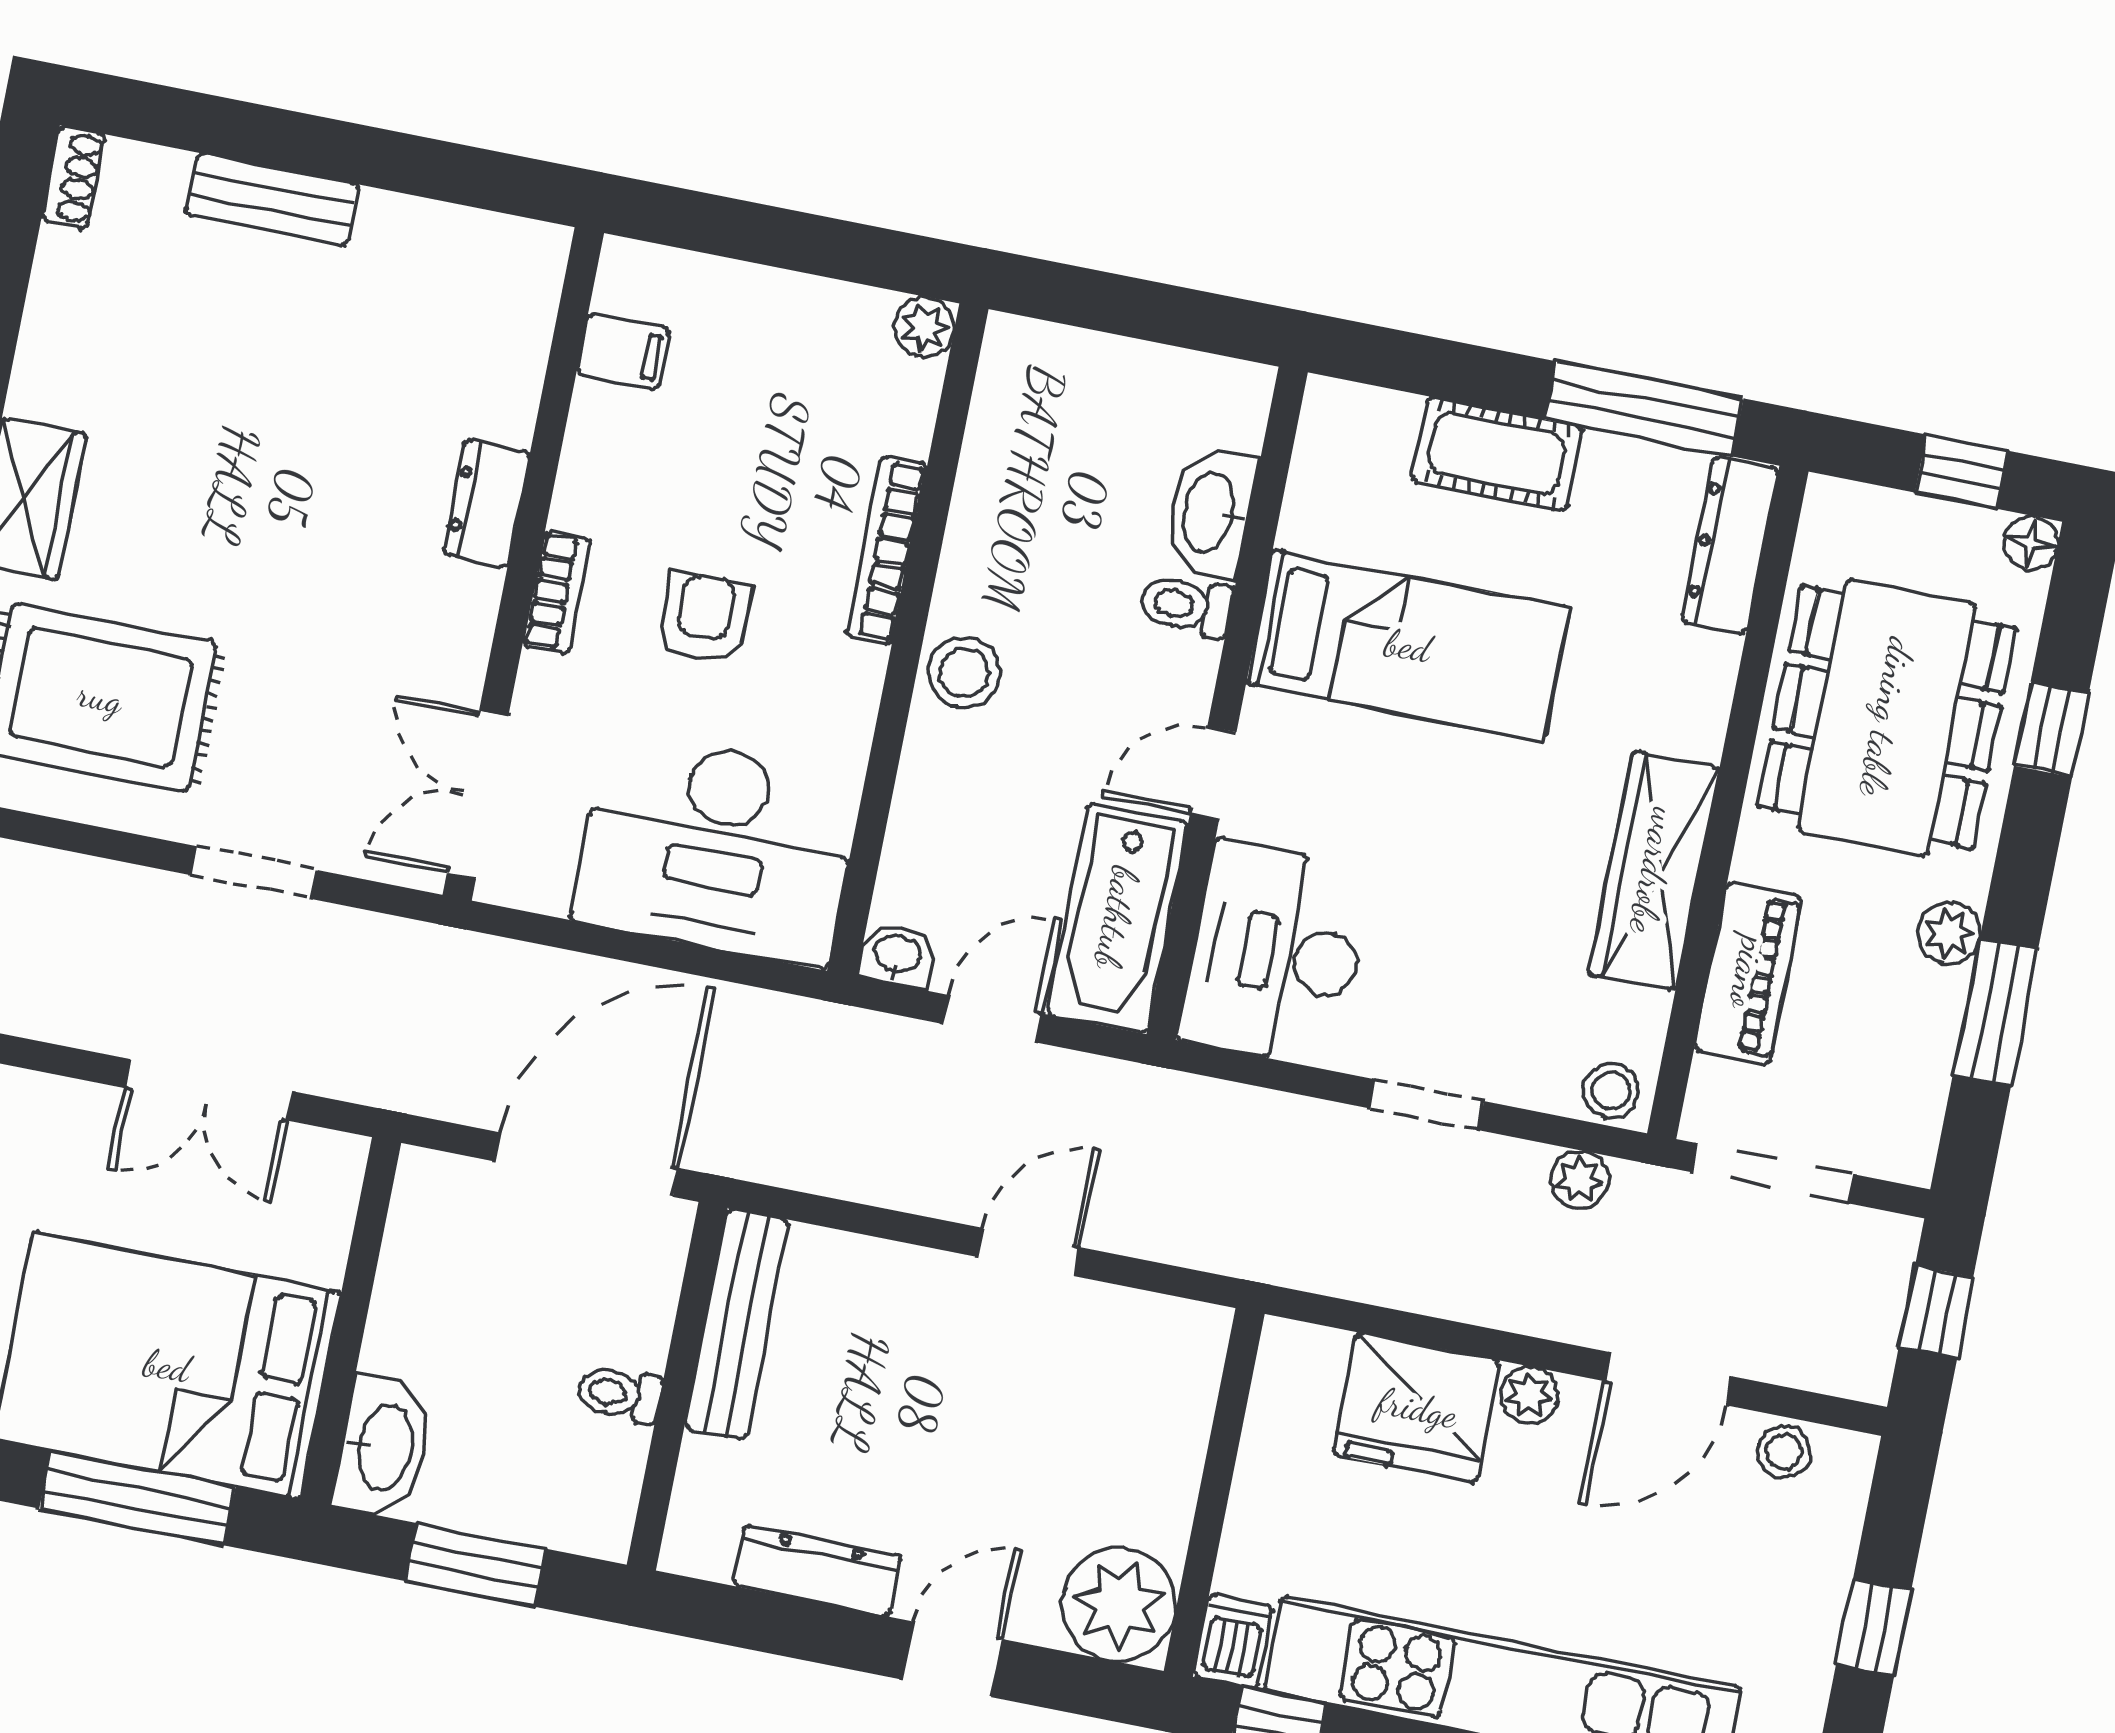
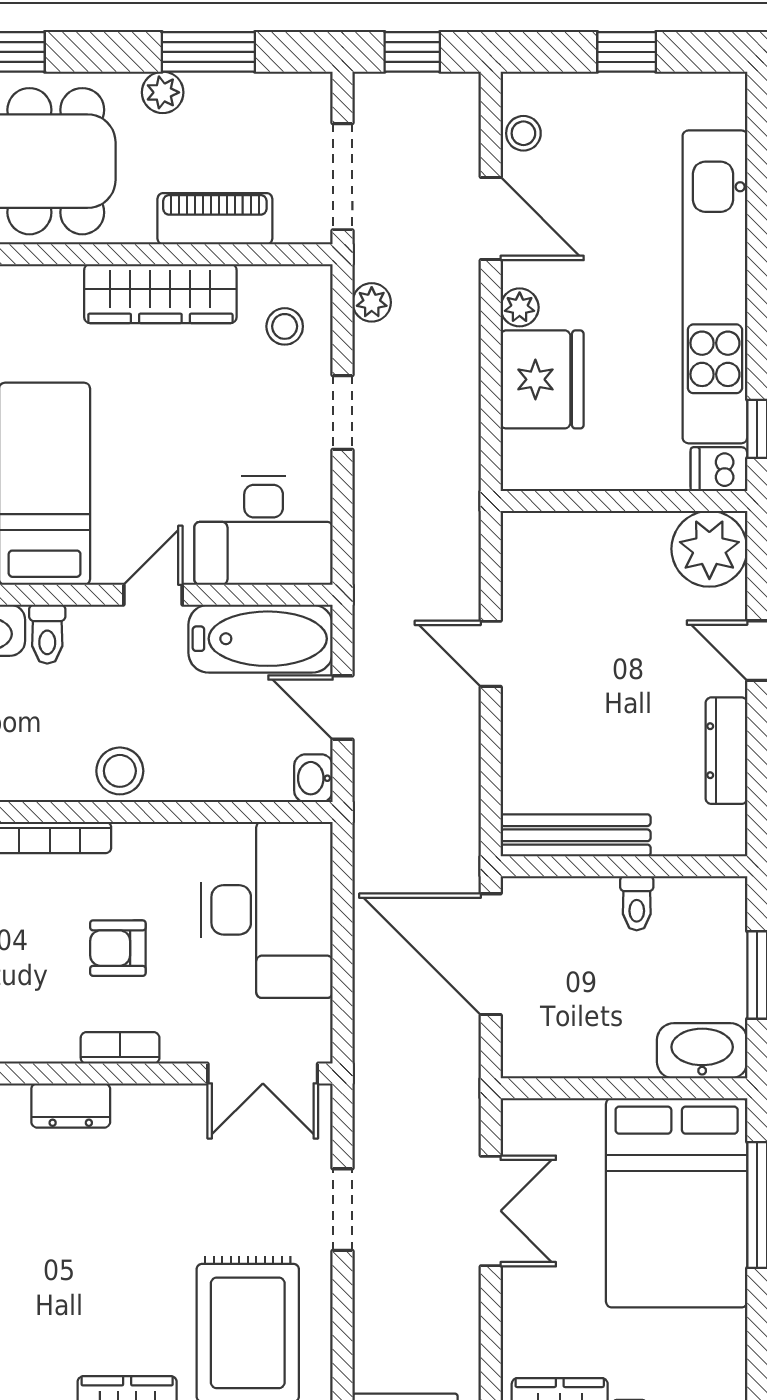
door: (1213, 773) -> (153, 595), swing flipped
stool: (1611, 1091) -> (285, 326), moved

